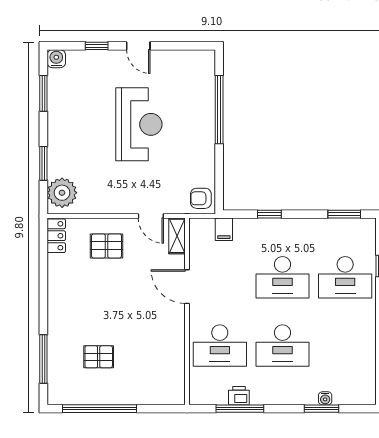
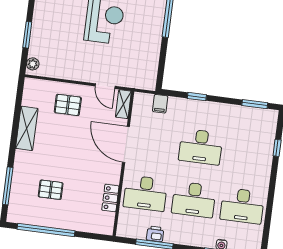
plant: (62, 193) -> (33, 64), width x0.53, depth x0.53
armchair: (201, 198) -> (146, 77), removed
locker: (56, 236) -> (110, 198), moved, turned 180
desk: (345, 277) -> (242, 206), moved
shelving: (58, 283) -> (27, 128), added
door: (187, 287) -> (126, 144), width x1.36

